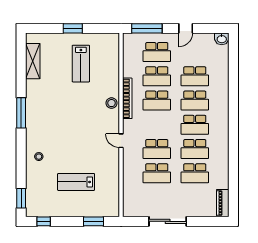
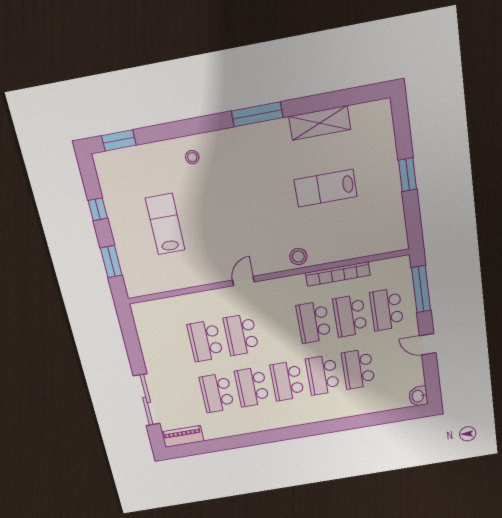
shelving: (33, 61) -> (320, 123), moved
lab bench: (81, 64) -> (326, 188), moved
bookcase: (127, 98) -> (338, 274), moved
window: (44, 221) -> (98, 209), moved
sliding door: (168, 221) -> (147, 400), moved

